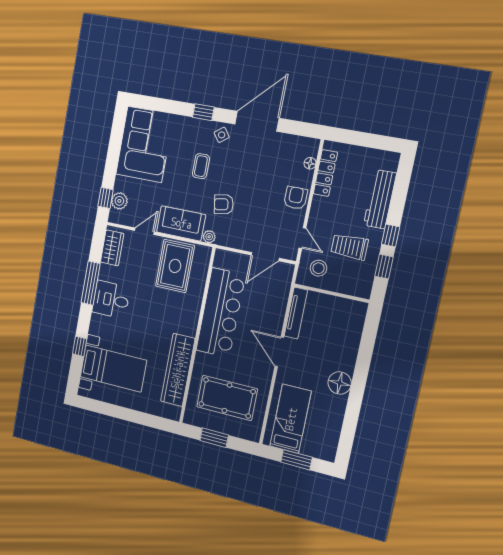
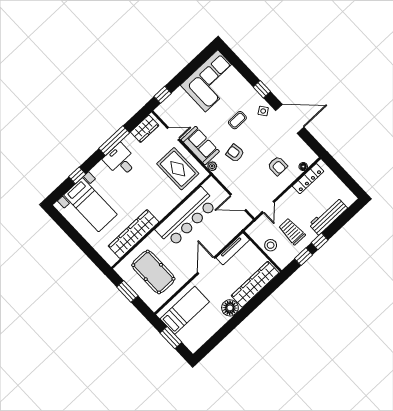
armchair: (296, 198) -> (278, 166), moved, turned 90
plant: (119, 201) -> (170, 103), removed
rug: (175, 266) -> (178, 169), turned 90
stool: (318, 268) -> (271, 245), moved
wardrobe: (350, 337) -> (255, 284), added

